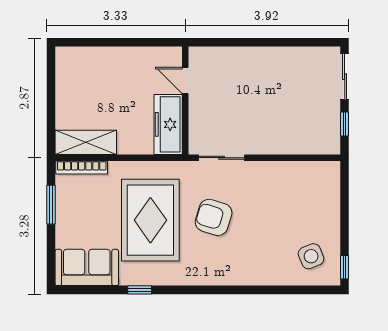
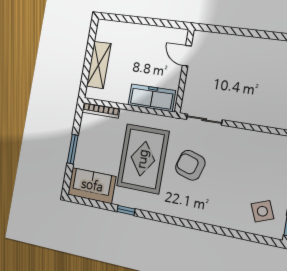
freezer: (168, 124) -> (152, 98), moved, turned 90
shelving: (86, 142) -> (99, 65), moved, turned 90
window: (51, 205) -> (73, 149), moved

